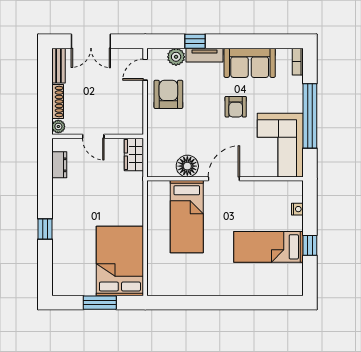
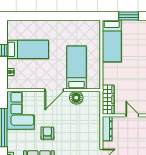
armchair: (168, 94) -> (87, 140), removed
dresser: (135, 114) -> (107, 129), added
wardrobe: (134, 154) -> (108, 100), width x1.50
bed: (120, 261) -> (112, 41), width x0.67

